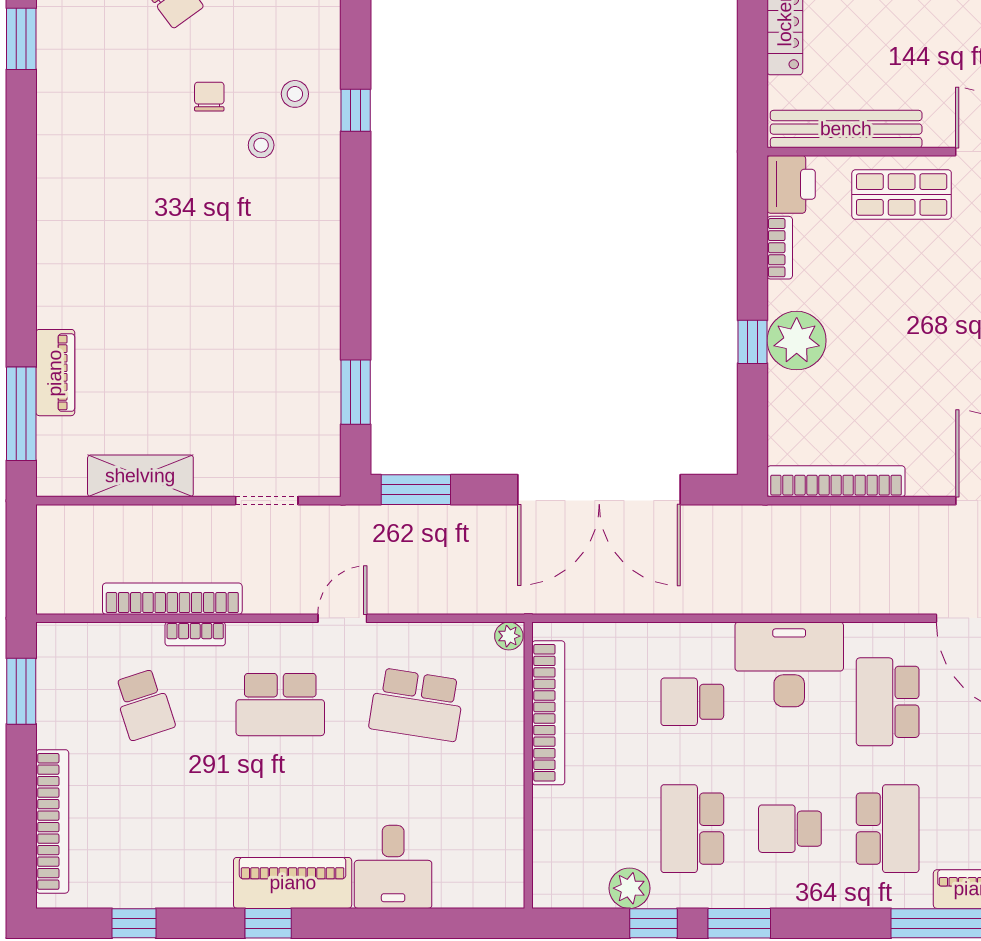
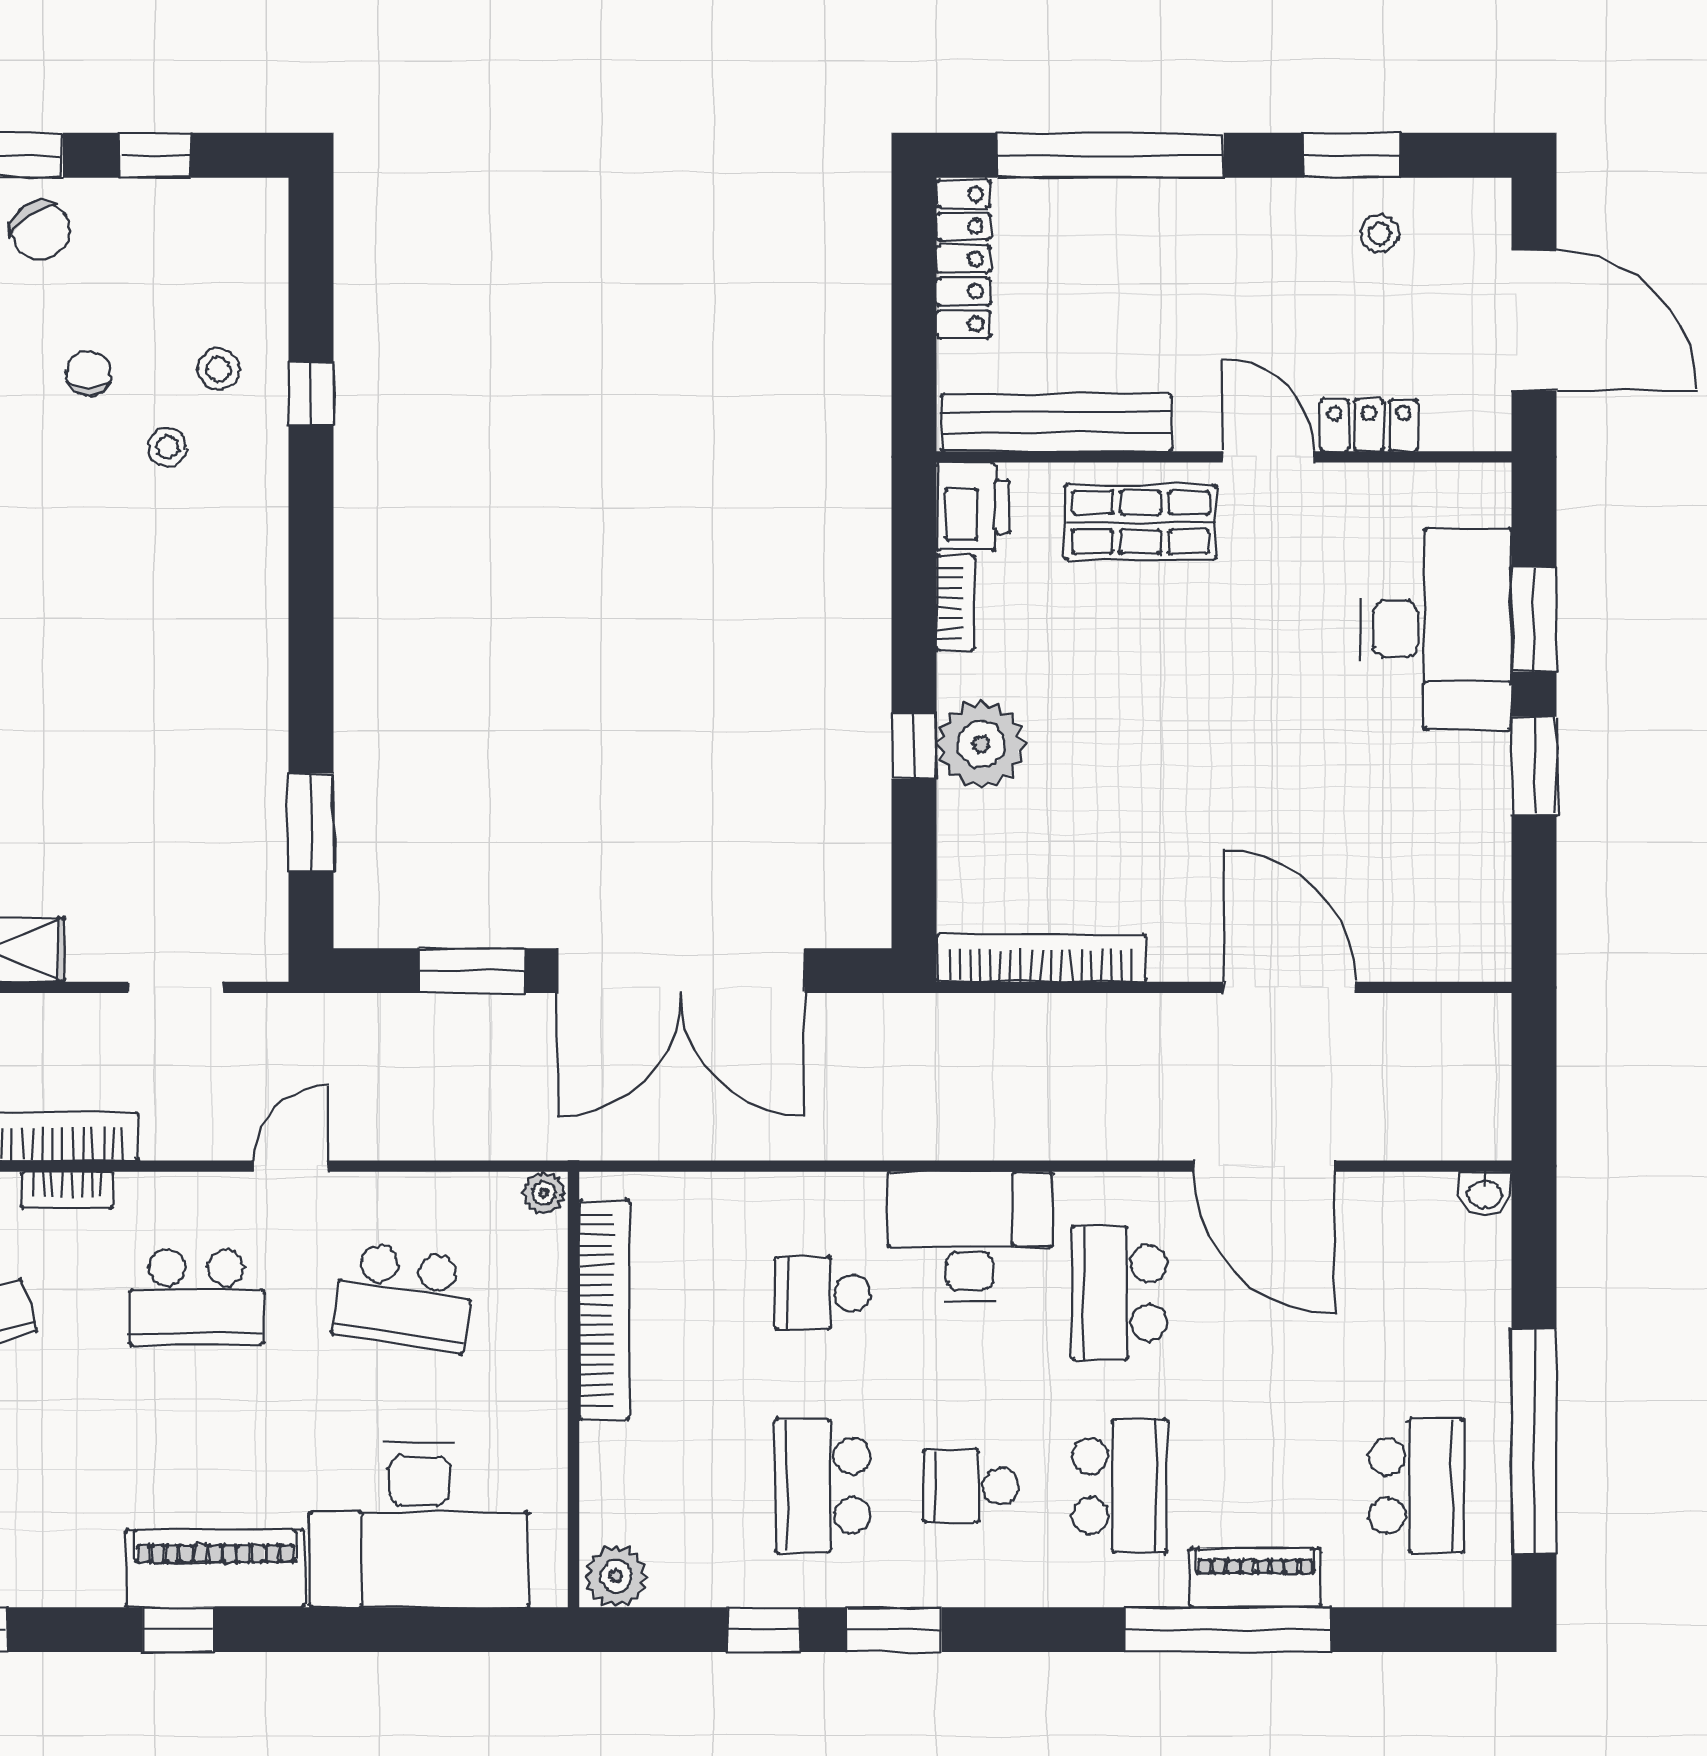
window: (416, 490) -> (472, 971), moved
desk: (393, 867) -> (419, 1525), width x1.87, depth x1.30
plant: (629, 888) -> (616, 1576), moved

